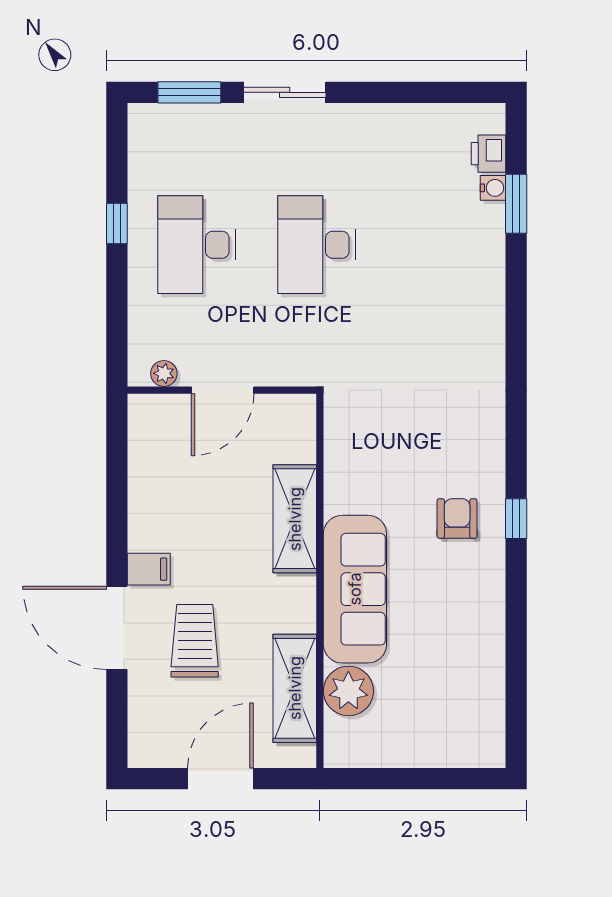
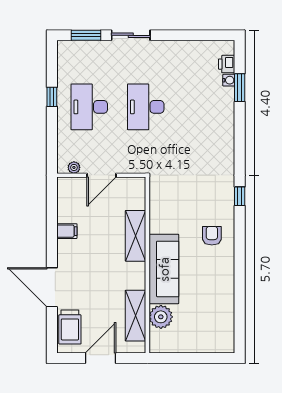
window: (516, 519) -> (240, 196), moved
filing cabinet: (149, 569) -> (67, 231), moved
trolley: (195, 641) -> (70, 327), moved, turned 180

